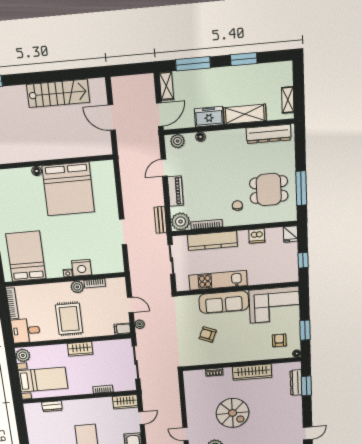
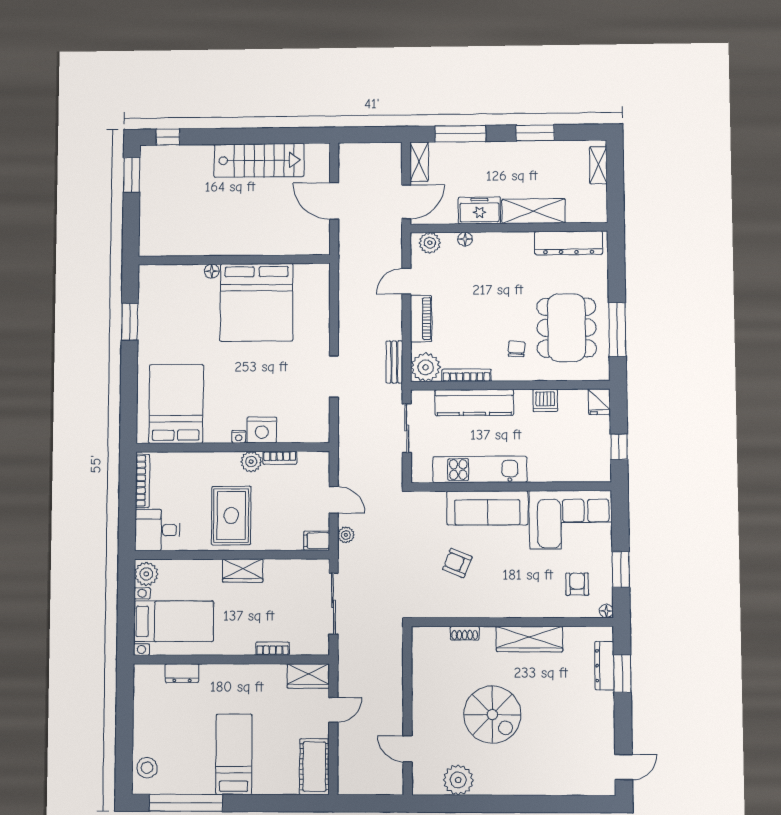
shelving: (288, 100) -> (598, 165), moved
dining table: (269, 190) -> (567, 328), width x1.38

